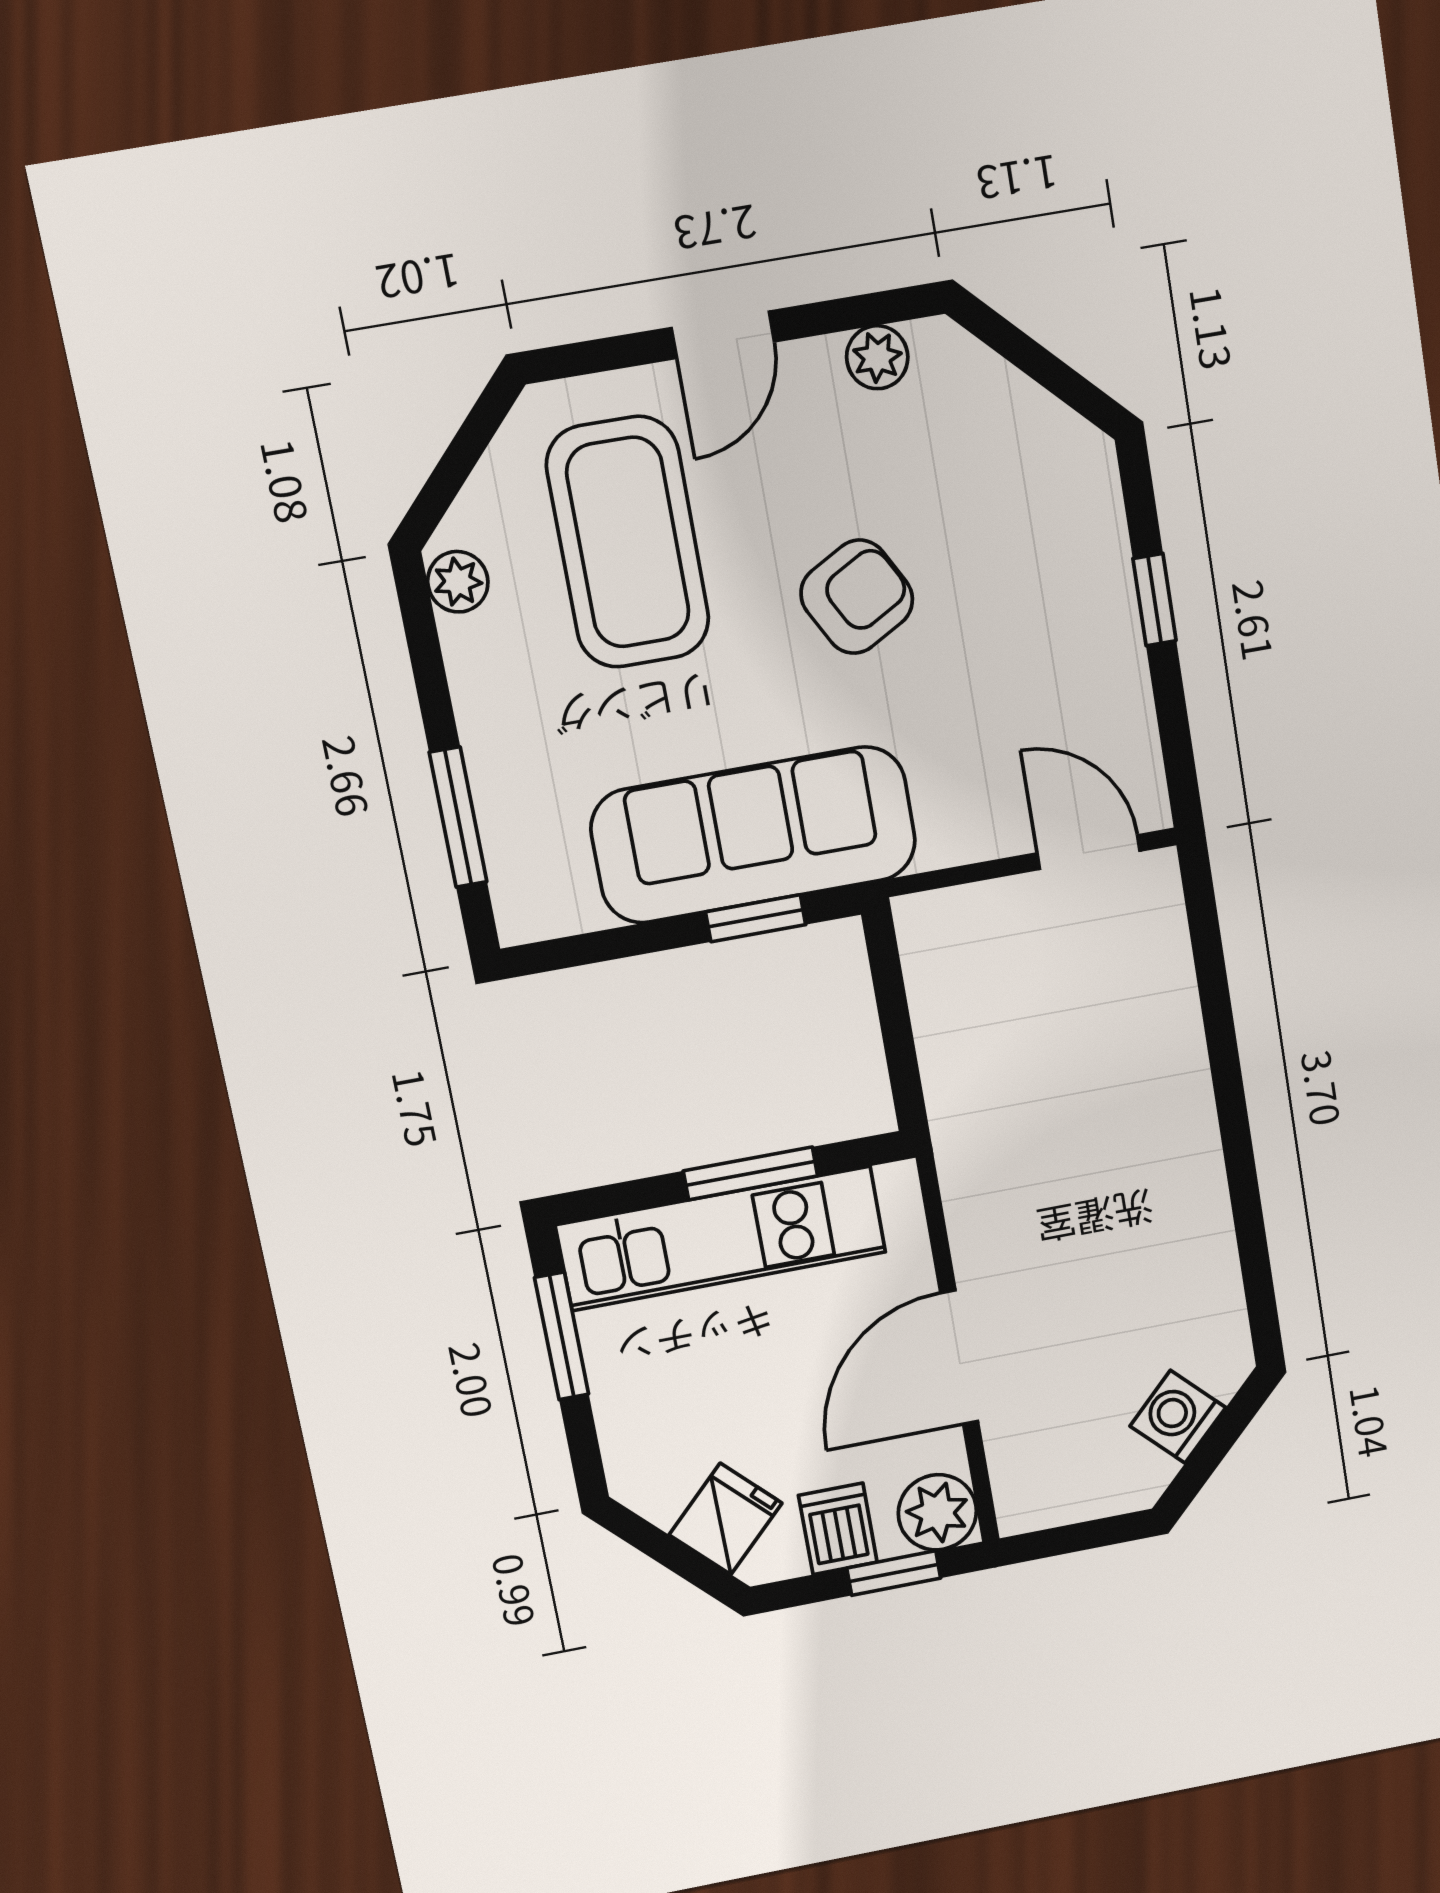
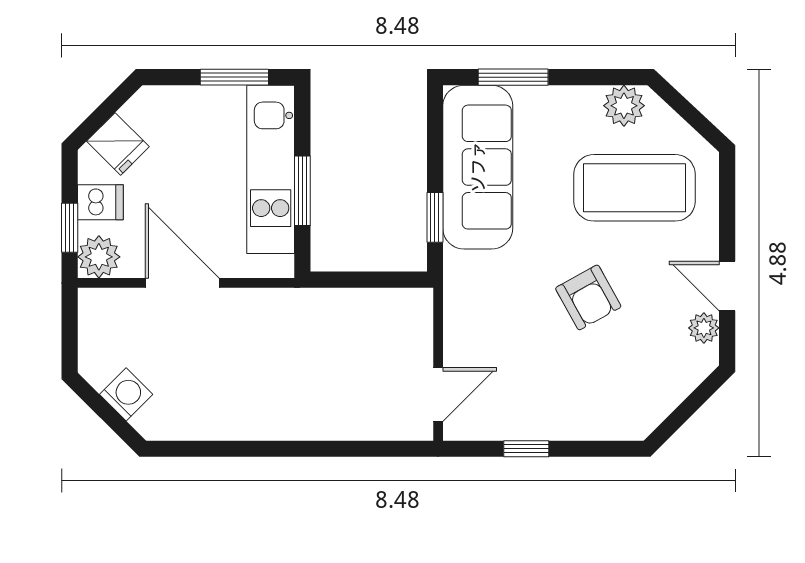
door: (723, 335) -> (727, 286), moved
plant: (458, 582) -> (624, 106), width x1.38, depth x1.38
window: (1154, 600) -> (526, 449), moved
sofa: (754, 835) -> (478, 167), moved

